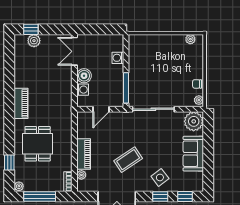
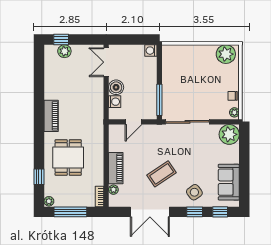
plant: (190, 39) -> (226, 54), width x1.87, depth x1.87
washing machine: (118, 58) -> (151, 51), moved
sofa: (193, 154) -> (229, 182), moved

